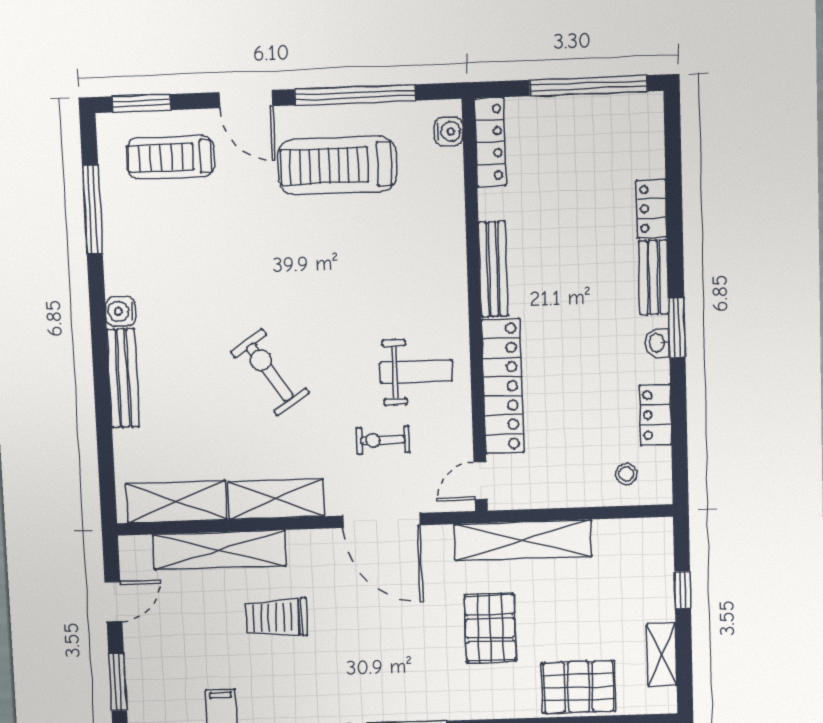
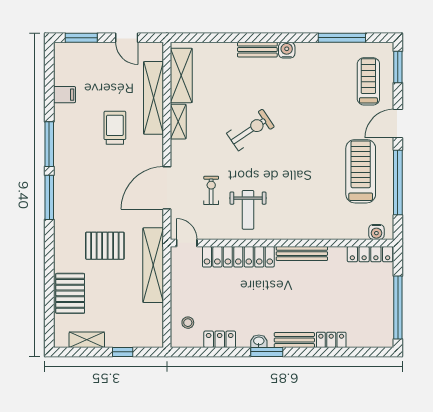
bench: (123, 378) -> (257, 50), width x0.73
shelving: (276, 499) -> (178, 122), width x0.67, depth x0.75

